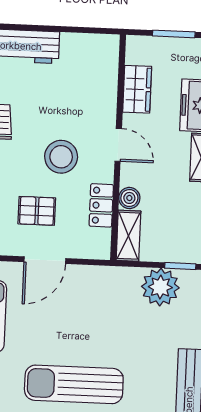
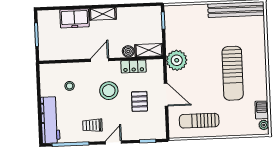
stool: (76, 86) -> (70, 86), added
wardrobe: (137, 89) -> (68, 52), removed
plant: (160, 287) -> (177, 60), moved

